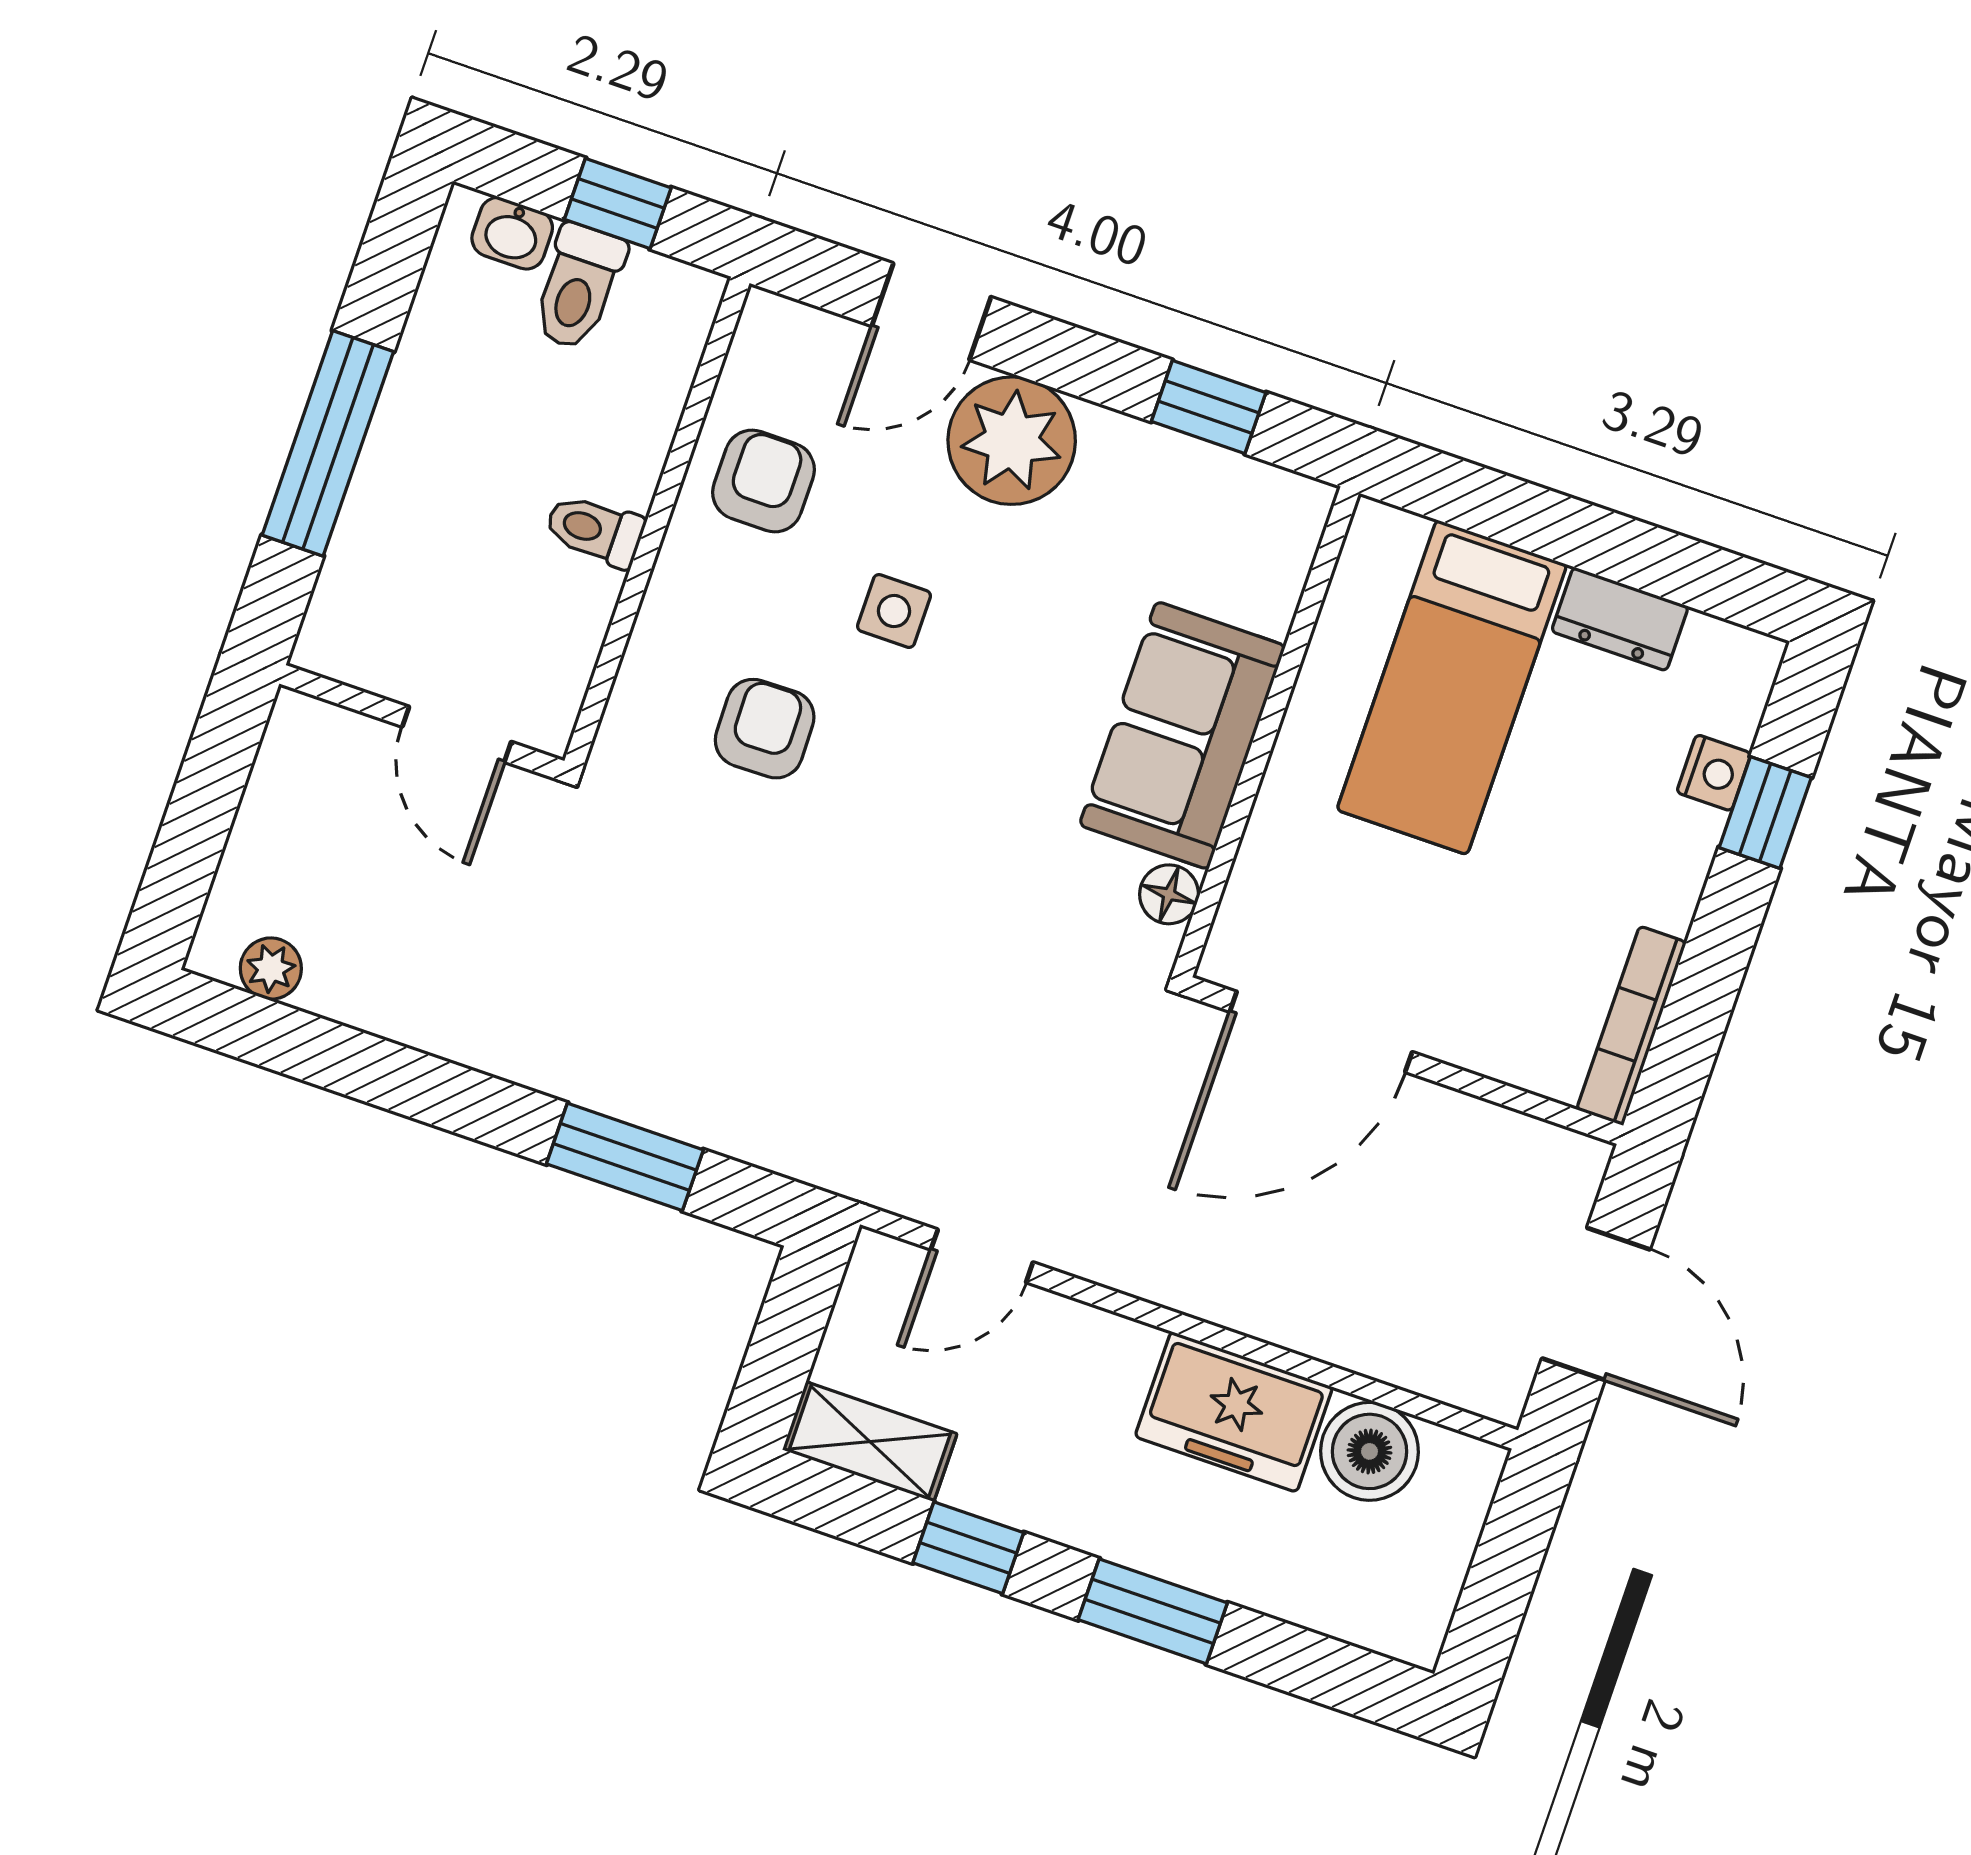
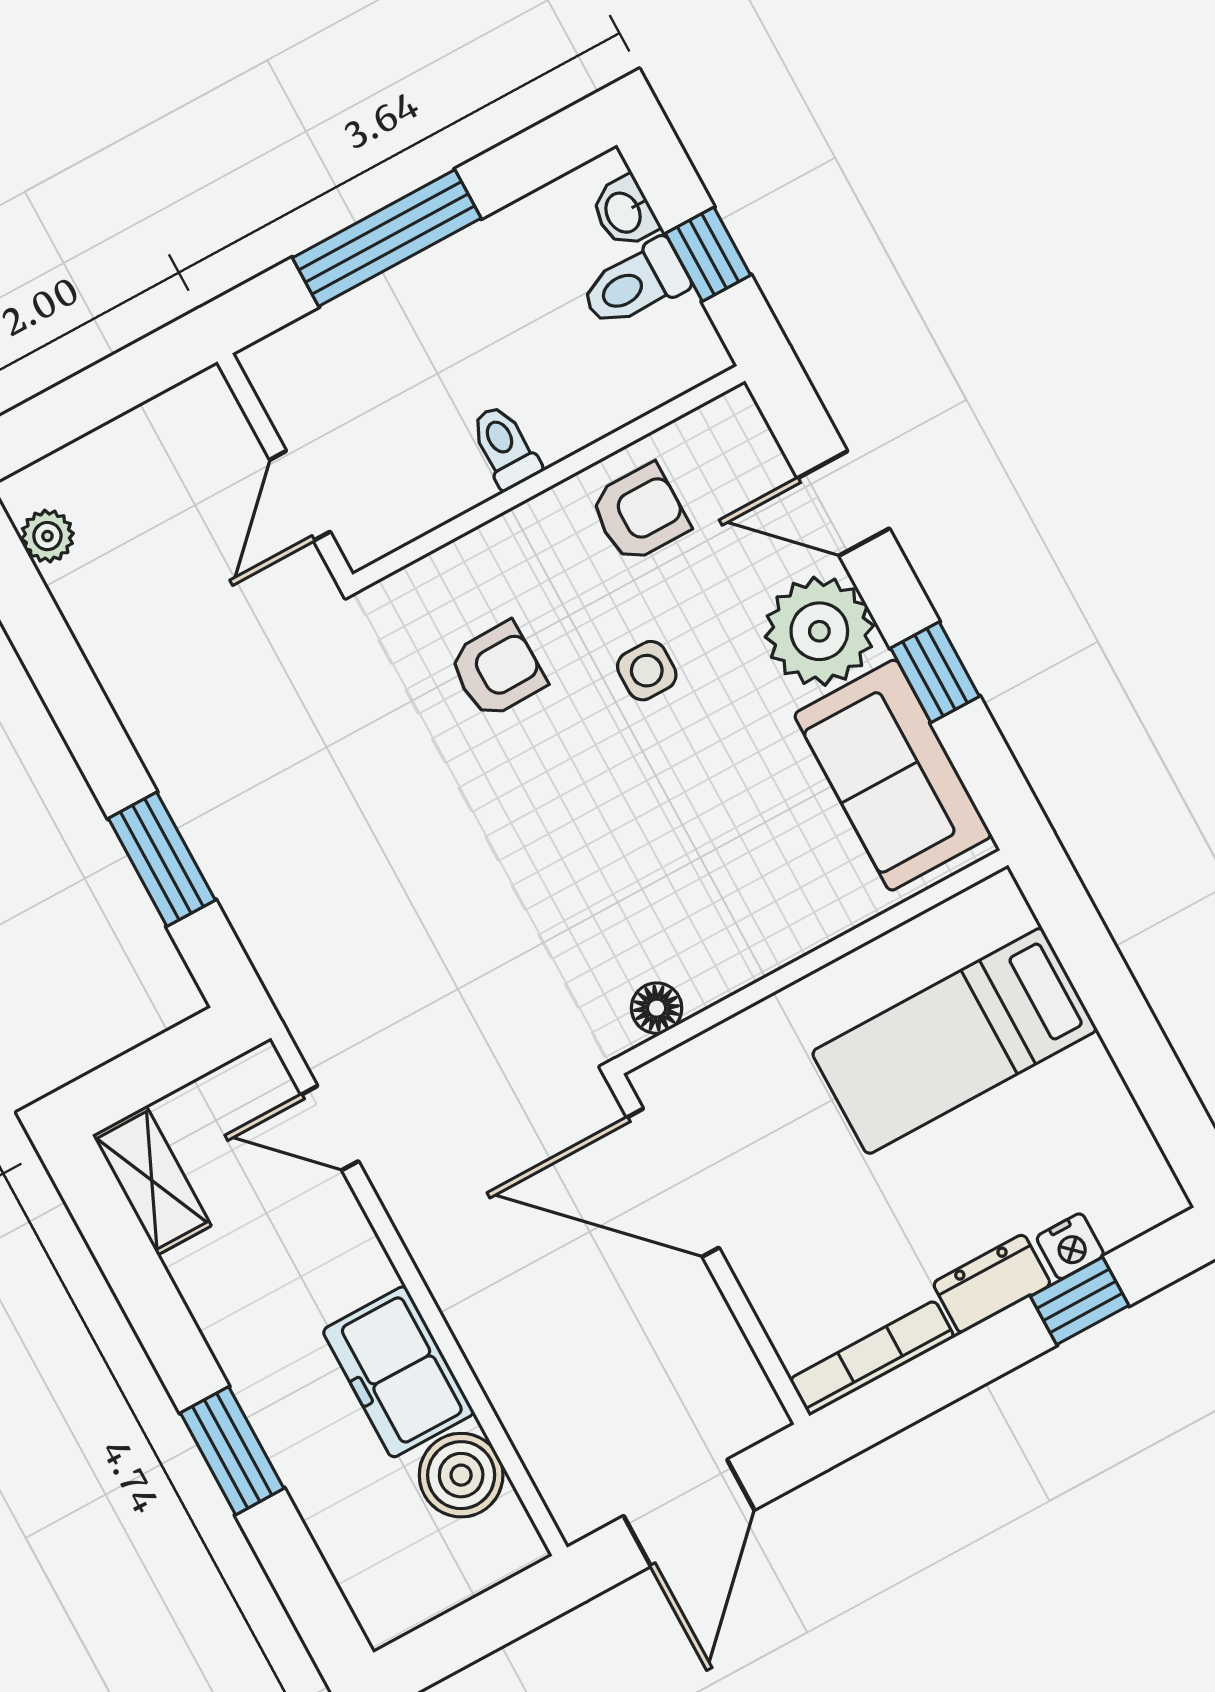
window: (1209, 407) -> (935, 672), moved
dresser: (1620, 619) -> (992, 1284), moved, turned 90
sofa: (1182, 735) -> (893, 775), moved, turned -90
window: (968, 1548) -> (153, 1304), removed

